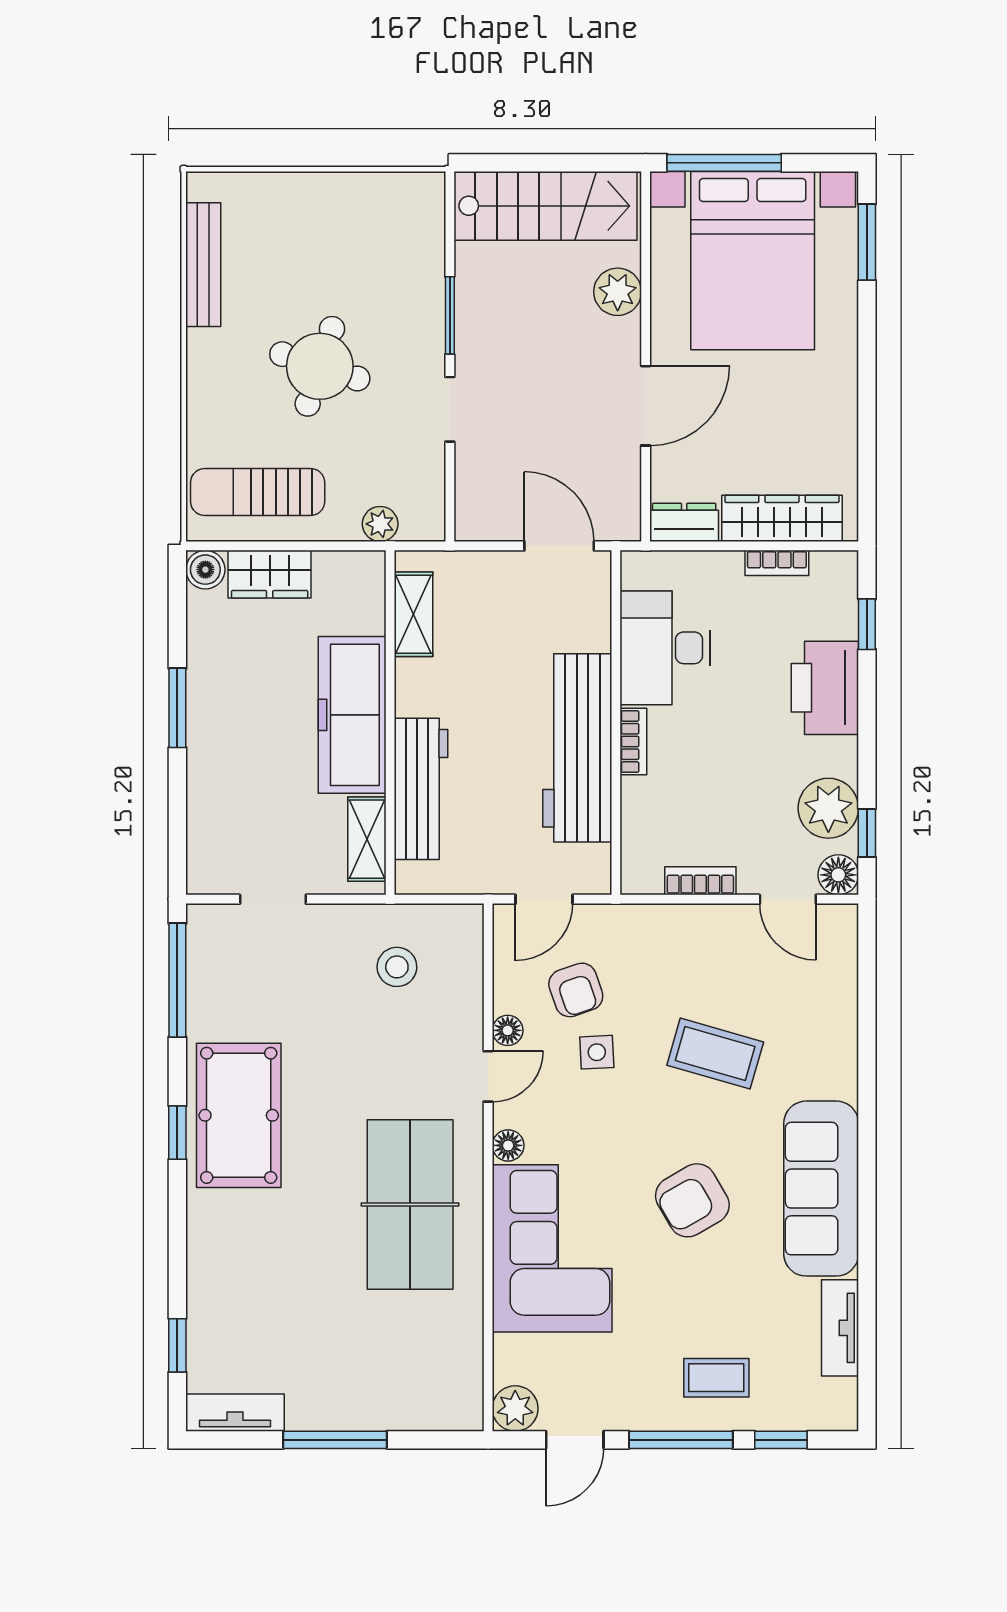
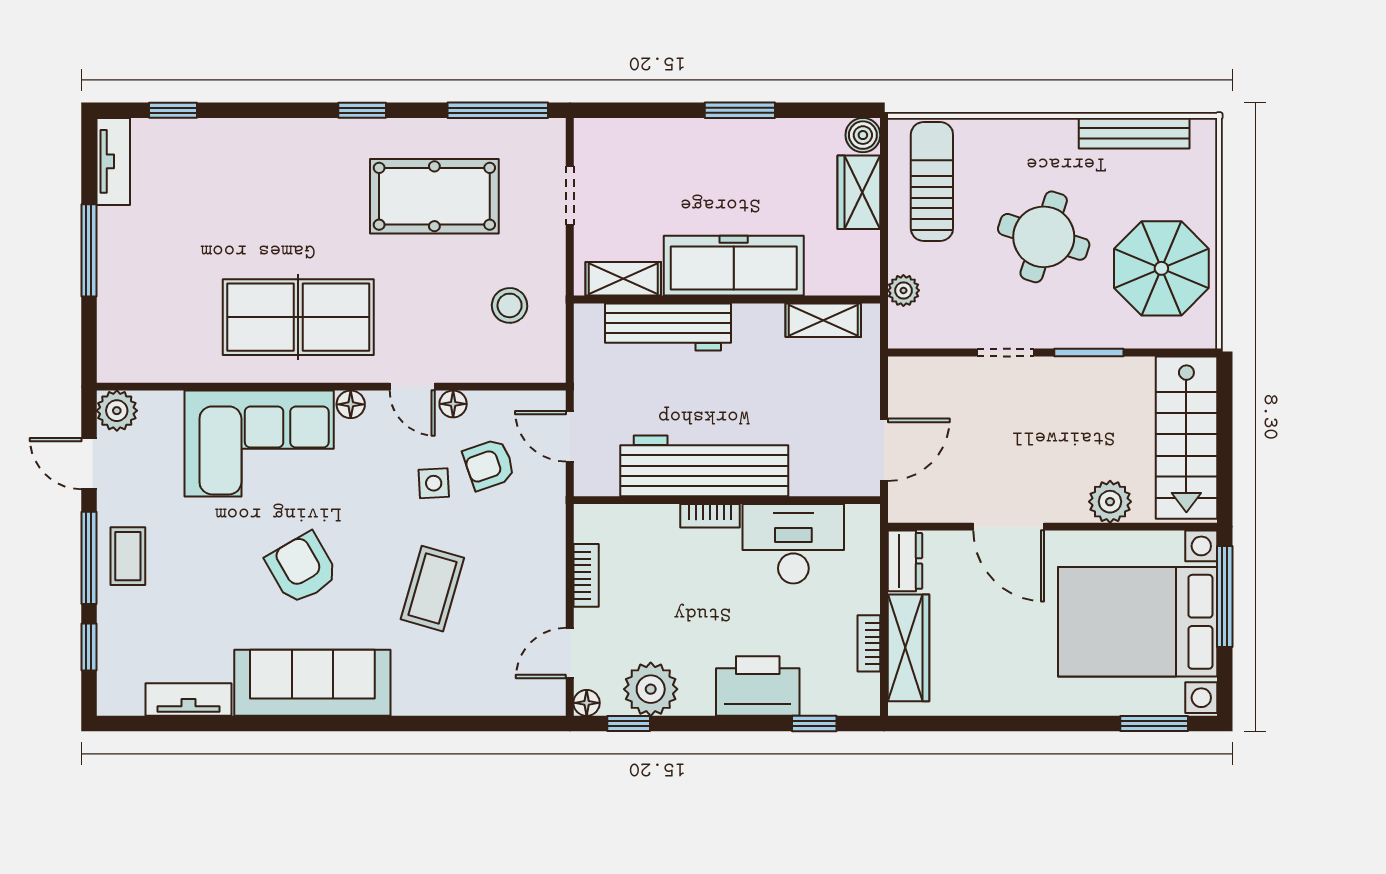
parasol: (355, 234) -> (1161, 268), added
floor lamp: (838, 875) -> (587, 703), width x0.73, depth x0.73
pool table: (239, 1115) -> (434, 196), moved
coffee table: (716, 1378) -> (128, 556), moved

